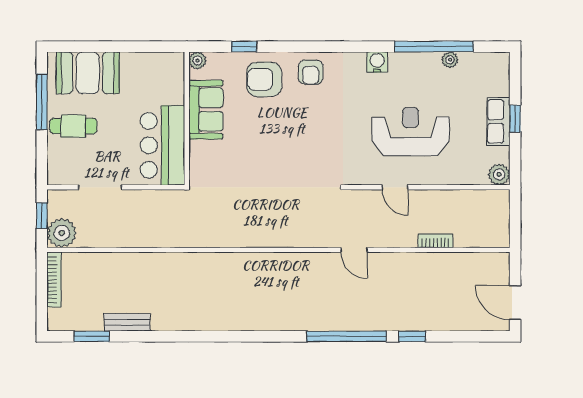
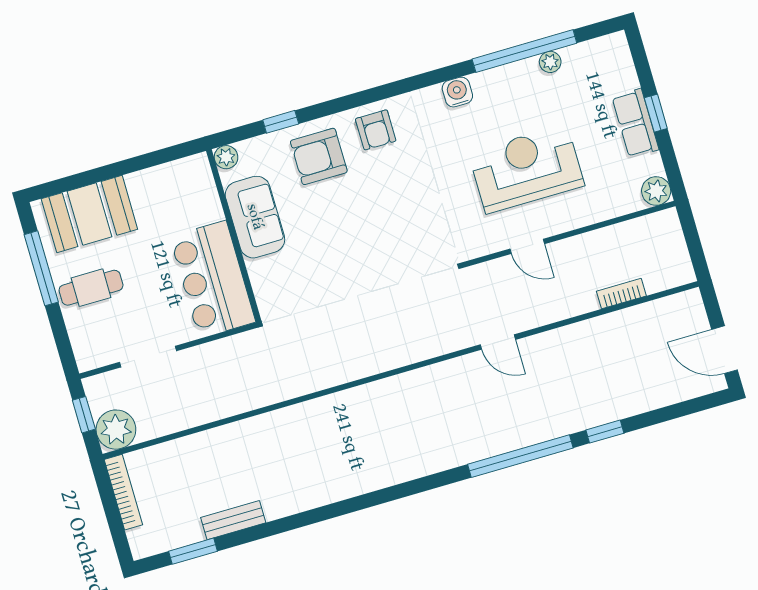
bookcase: (435, 241) -> (621, 294), moved

